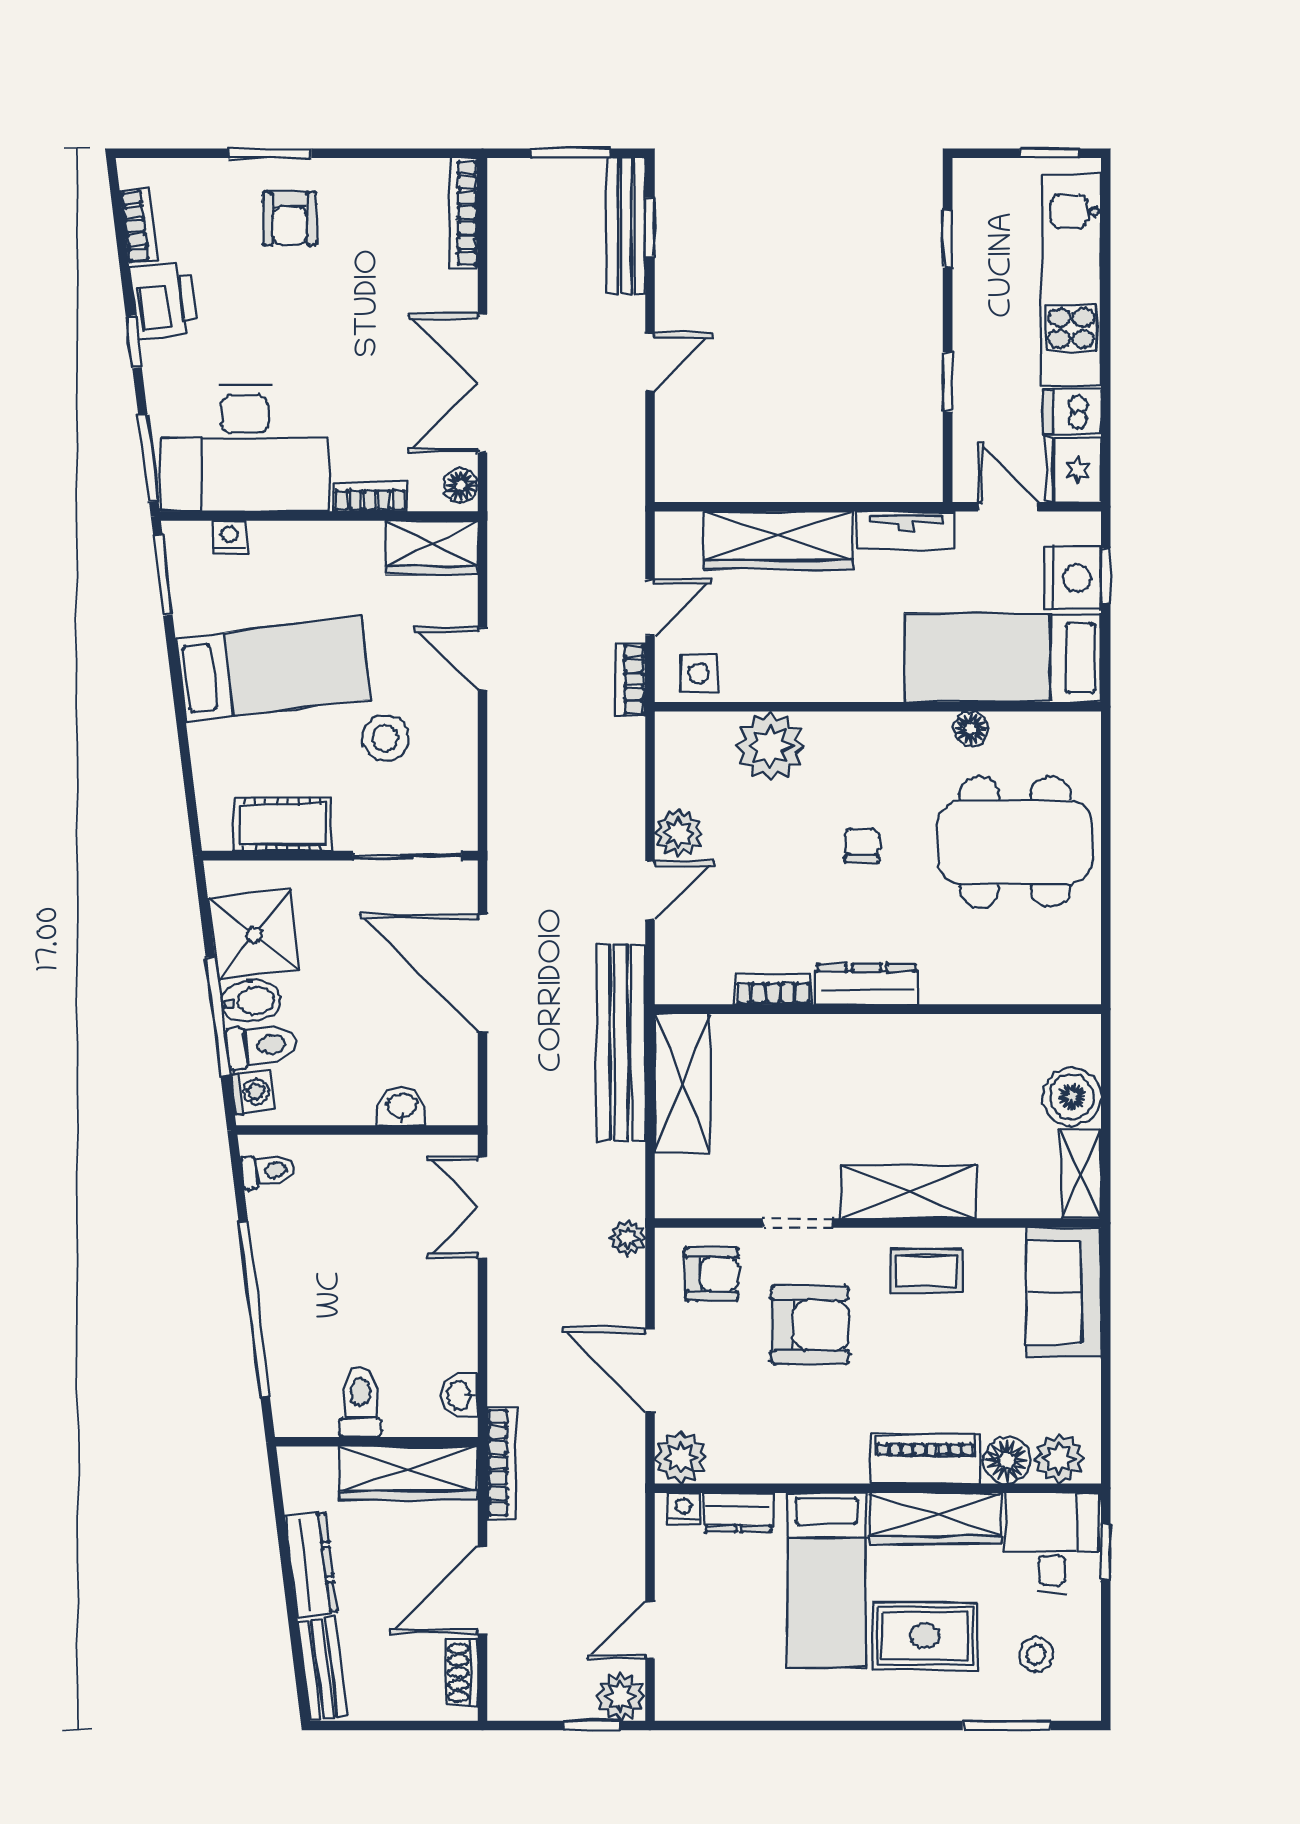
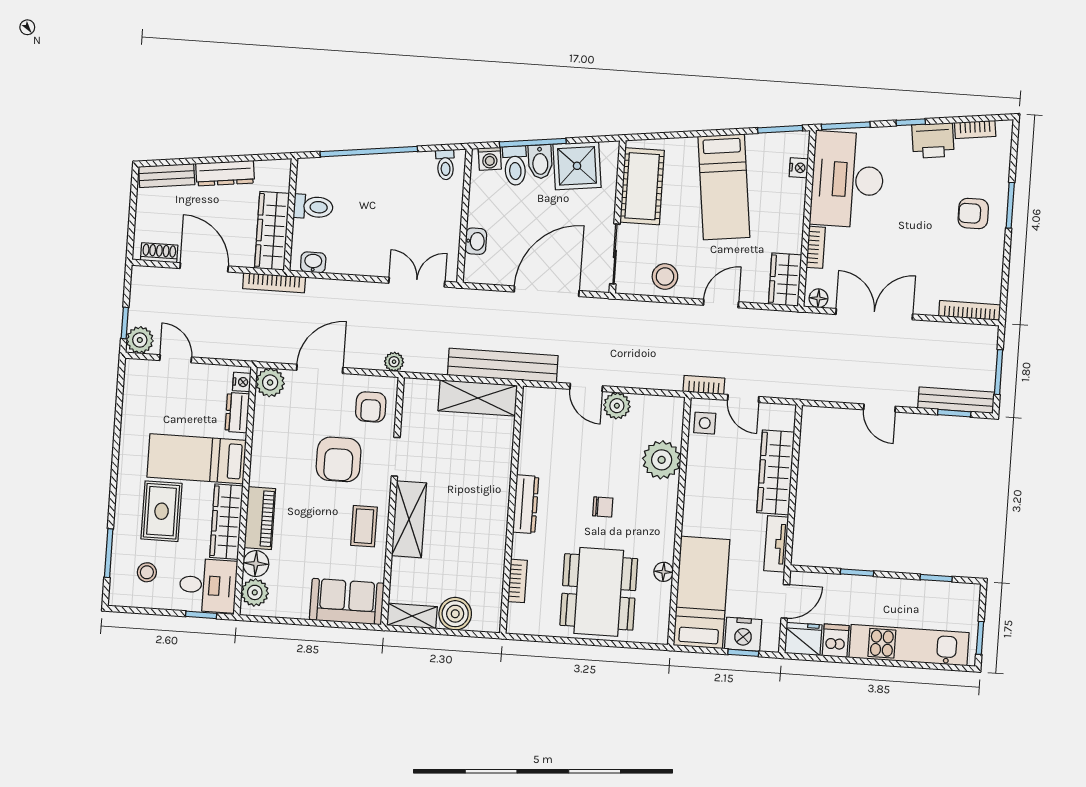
stool: (385, 738) -> (665, 276), moved
cot: (282, 824) -> (642, 186), width x1.37, depth x1.34
bookcase: (773, 989) -> (517, 581), moved

